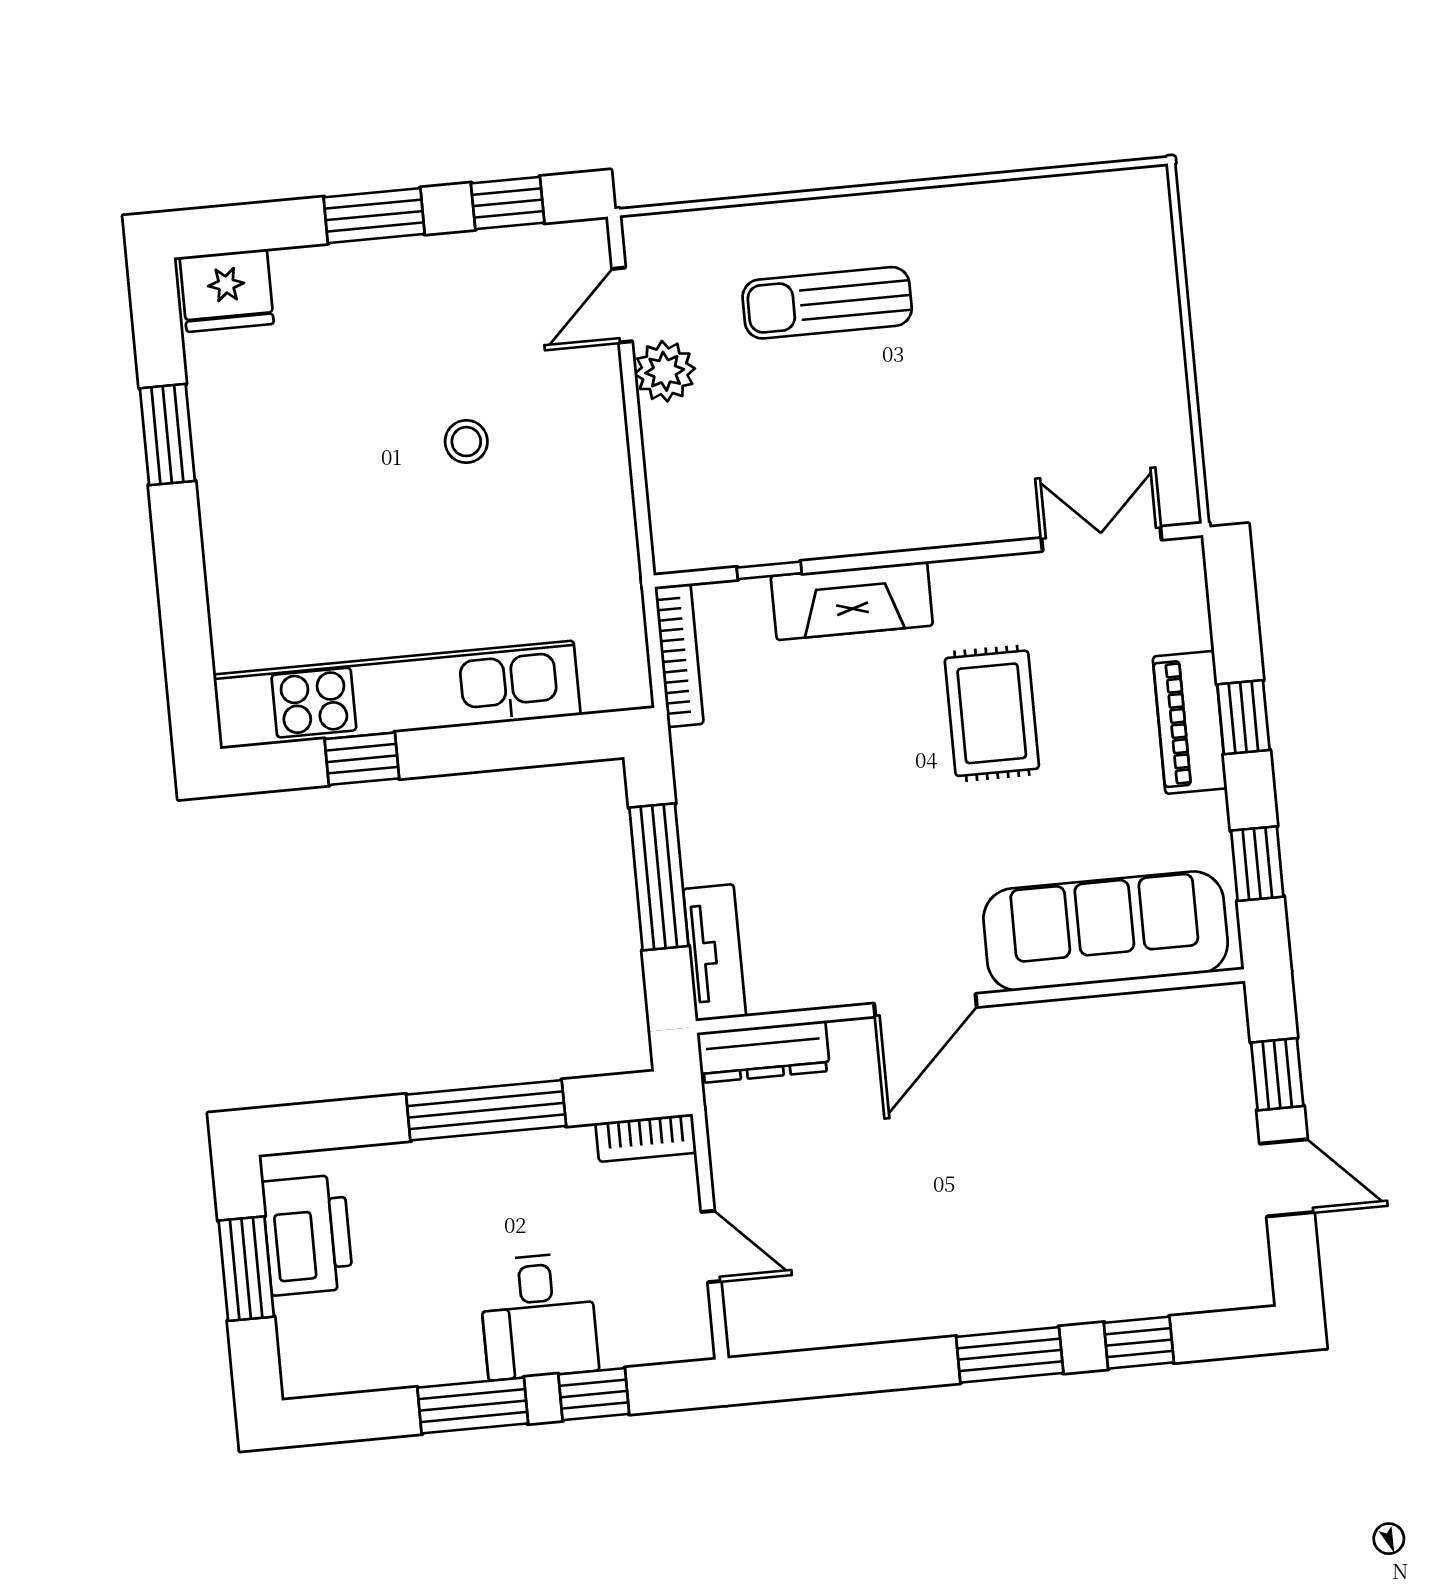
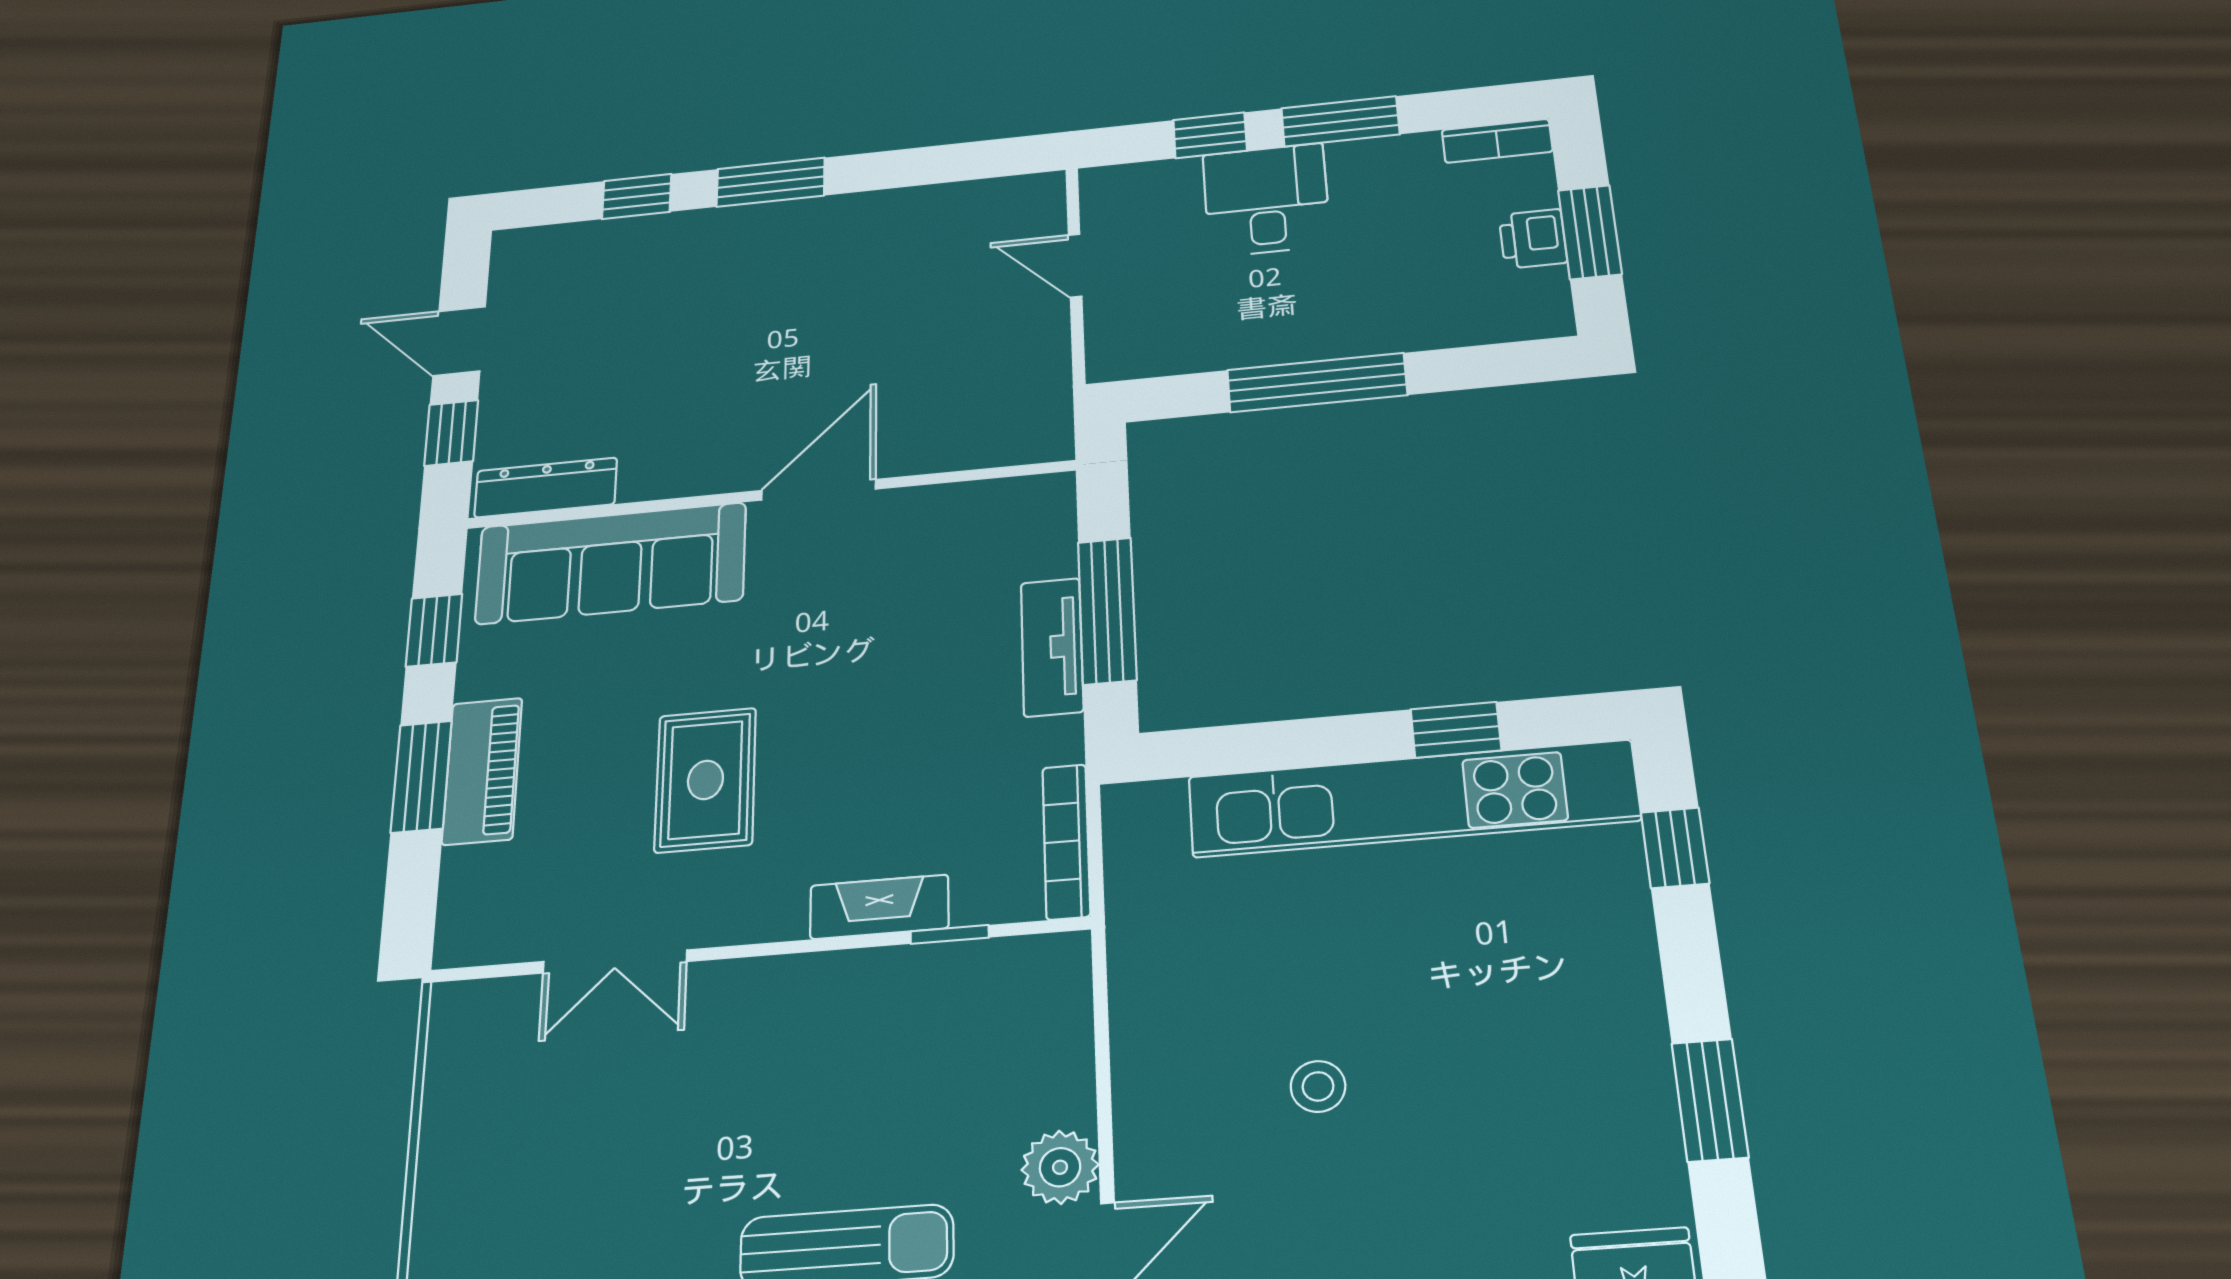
double door: (1101, 539) -> (615, 962), moved
fireplace: (852, 601) -> (879, 907), width x0.73, depth x0.76
window: (188, 650) -> (1675, 848), added
window: (1243, 717) -> (421, 777), width x1.50
tv unit: (715, 953) -> (1052, 647), moved
dresser: (763, 1052) -> (546, 488), moved
bookcase: (646, 1138) -> (1497, 141), moved, turned 180
printer: (307, 1235) -> (1533, 239), width x0.53, depth x0.68

